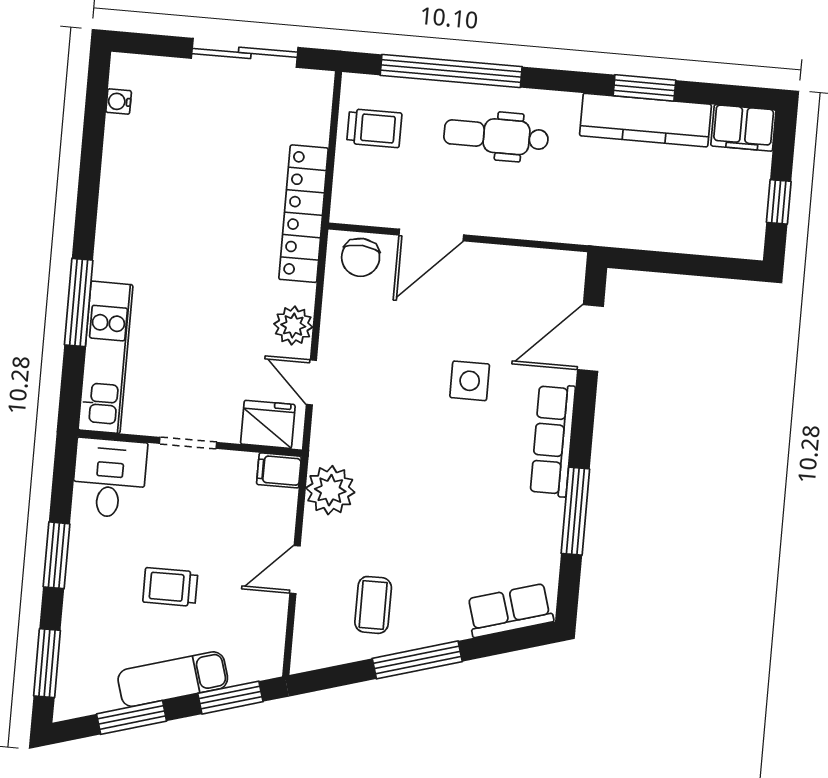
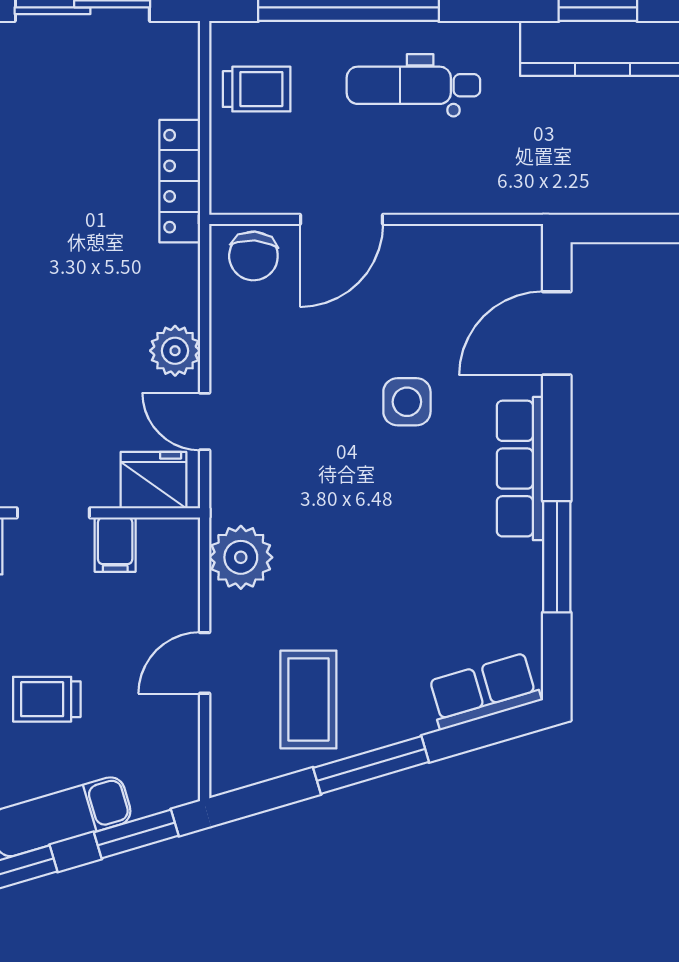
locker: (303, 214) -> (180, 181), width x0.71, depth x0.83
filing cabinet: (279, 470) -> (115, 545), moved, turned -90
coffee table: (373, 605) -> (308, 699), width x1.36, depth x1.30

